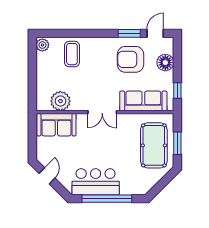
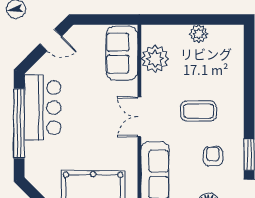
plant: (42, 45) -> (199, 34), moved
coffee table: (72, 54) -> (198, 111), moved
armchair: (130, 59) -> (213, 156), width x0.53, depth x0.53

